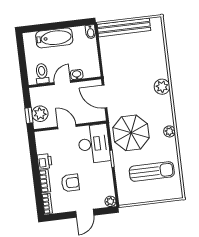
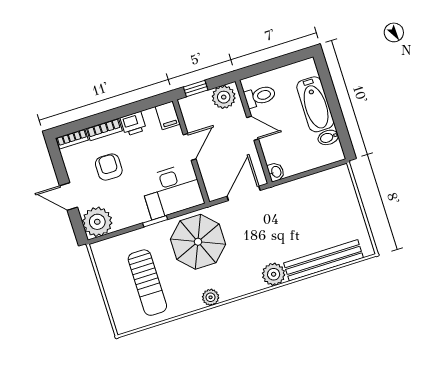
bench: (124, 27) -> (323, 260), moved, turned 90
bidet: (91, 32) -> (328, 137), moved
washbasin: (77, 75) -> (276, 172), moved
plant: (40, 114) -> (224, 97), moved
filing cabinet: (43, 137) -> (168, 115), added
armchair: (70, 183) -> (109, 167), turned 180
plant: (110, 201) -> (97, 222), width x1.88, depth x1.88

